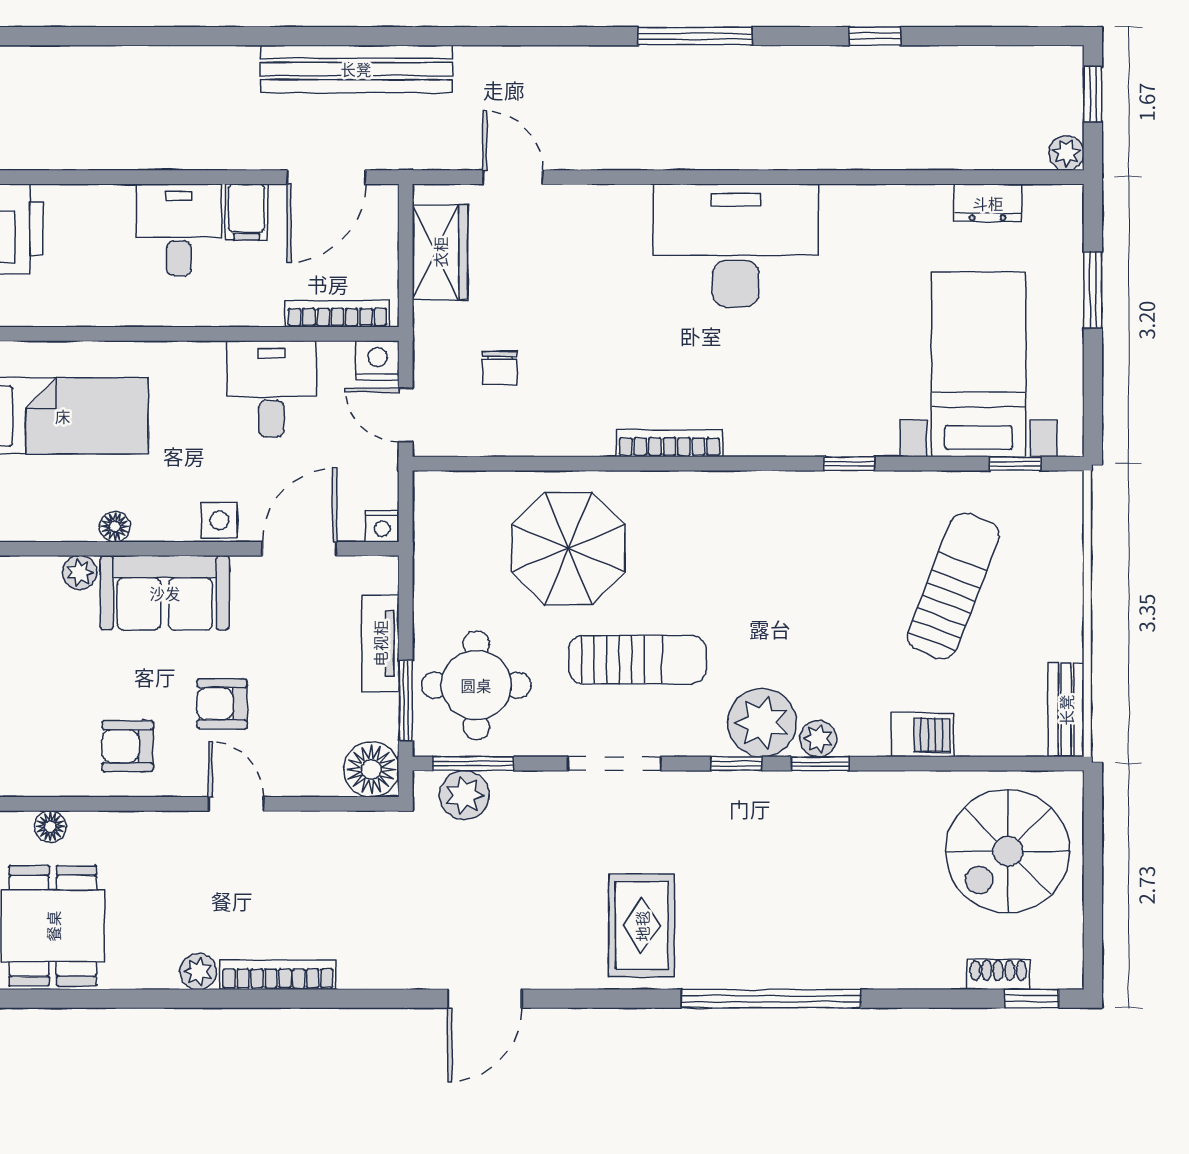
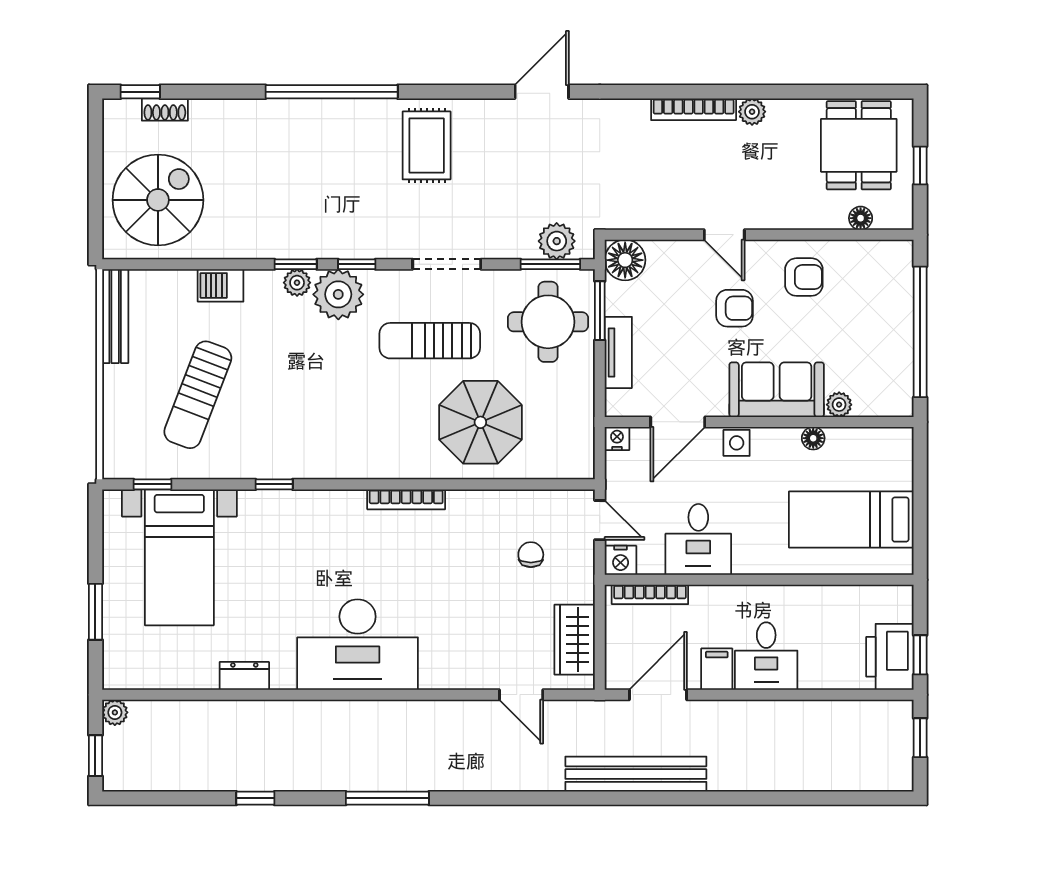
dresser: (988, 203) -> (244, 676), moved
bench: (1066, 710) -> (115, 316), width x1.36

